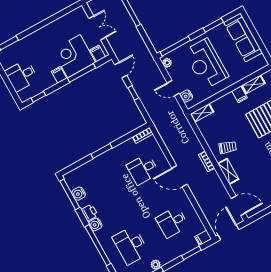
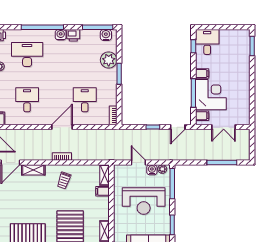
reception desk: (206, 64) -> (144, 201), turned 180
door: (121, 70) -> (178, 127), hinge flipped
desk: (22, 76) -> (207, 42), moved
door: (173, 88) -> (138, 162), hinge flipped
filing cabinet: (239, 94) -> (103, 191), moved
water cooler: (186, 96) -> (152, 170), moved
plant: (94, 168) -> (109, 60), added
shelving: (228, 171) -> (33, 170), moved
water cooler: (79, 194) -> (106, 35), moved

